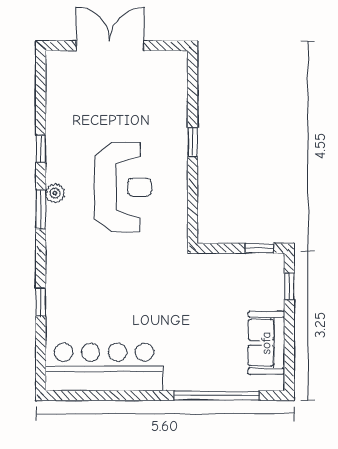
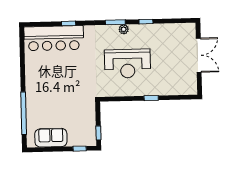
bar counter: (104, 367) -> (54, 38), moved, turned 90

